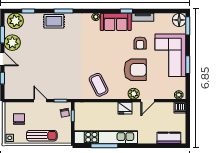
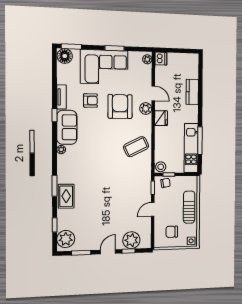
plant: (12, 43) -> (131, 240), moved
stool: (80, 108) -> (161, 167), added
kitchen unit: (106, 137) -> (191, 148), width x0.73
kitchen counter: (169, 138) -> (192, 92), moved

